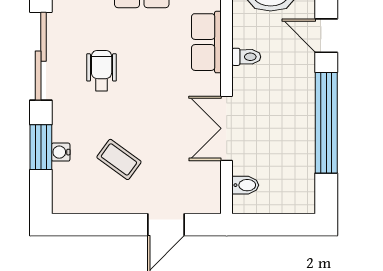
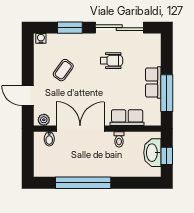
door: (326, 36) -> (130, 183), removed
double door: (227, 128) -> (80, 129), width x1.37
water cooler: (61, 152) -> (41, 38), moved
plant: (210, 195) -> (44, 120), added

